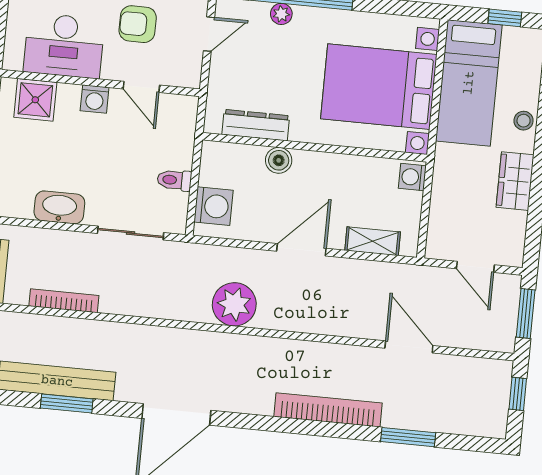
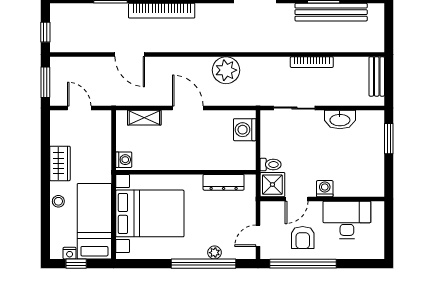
armchair: (138, 24) -> (303, 238), turned 90
nightstand: (514, 36) -> (70, 253), added
door: (141, 87) -> (297, 199), swing flipped
shower: (35, 100) -> (272, 185), moved
boiler: (279, 160) -> (207, 162), removed
toilet: (174, 180) -> (271, 165), moved
door: (301, 250) -> (188, 108), swing flipped
bookcase: (64, 301) -> (312, 62), moved
door: (409, 347) -> (130, 55), moved

